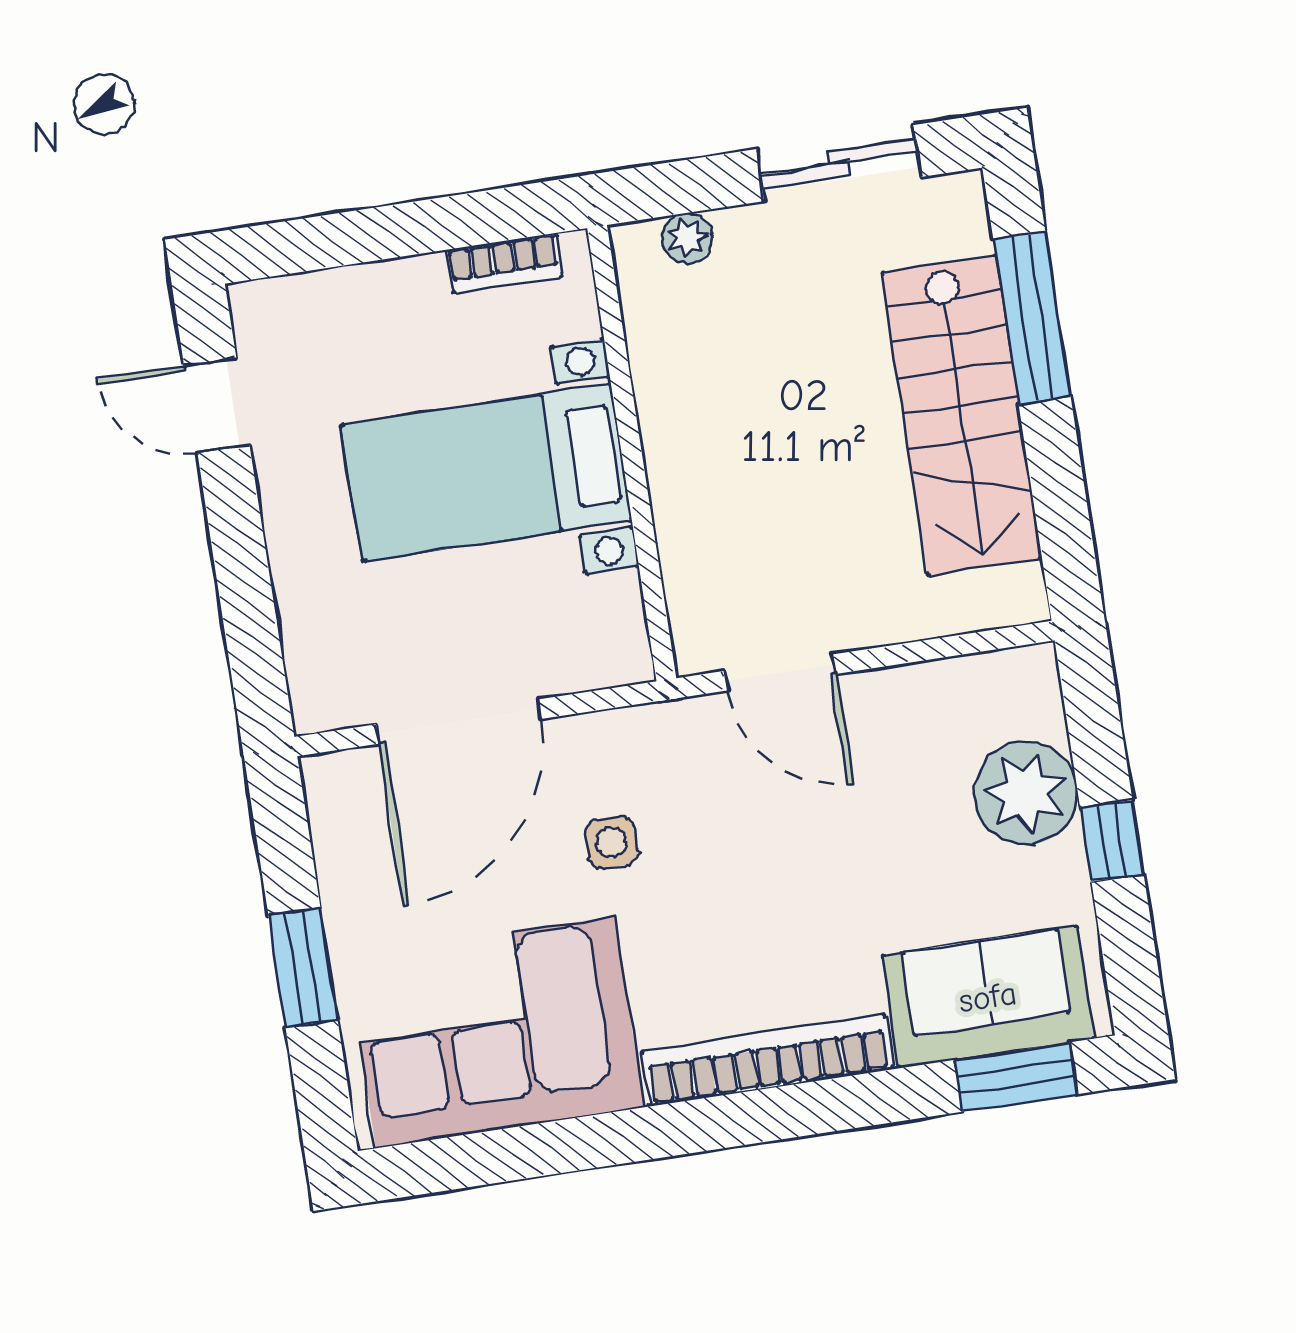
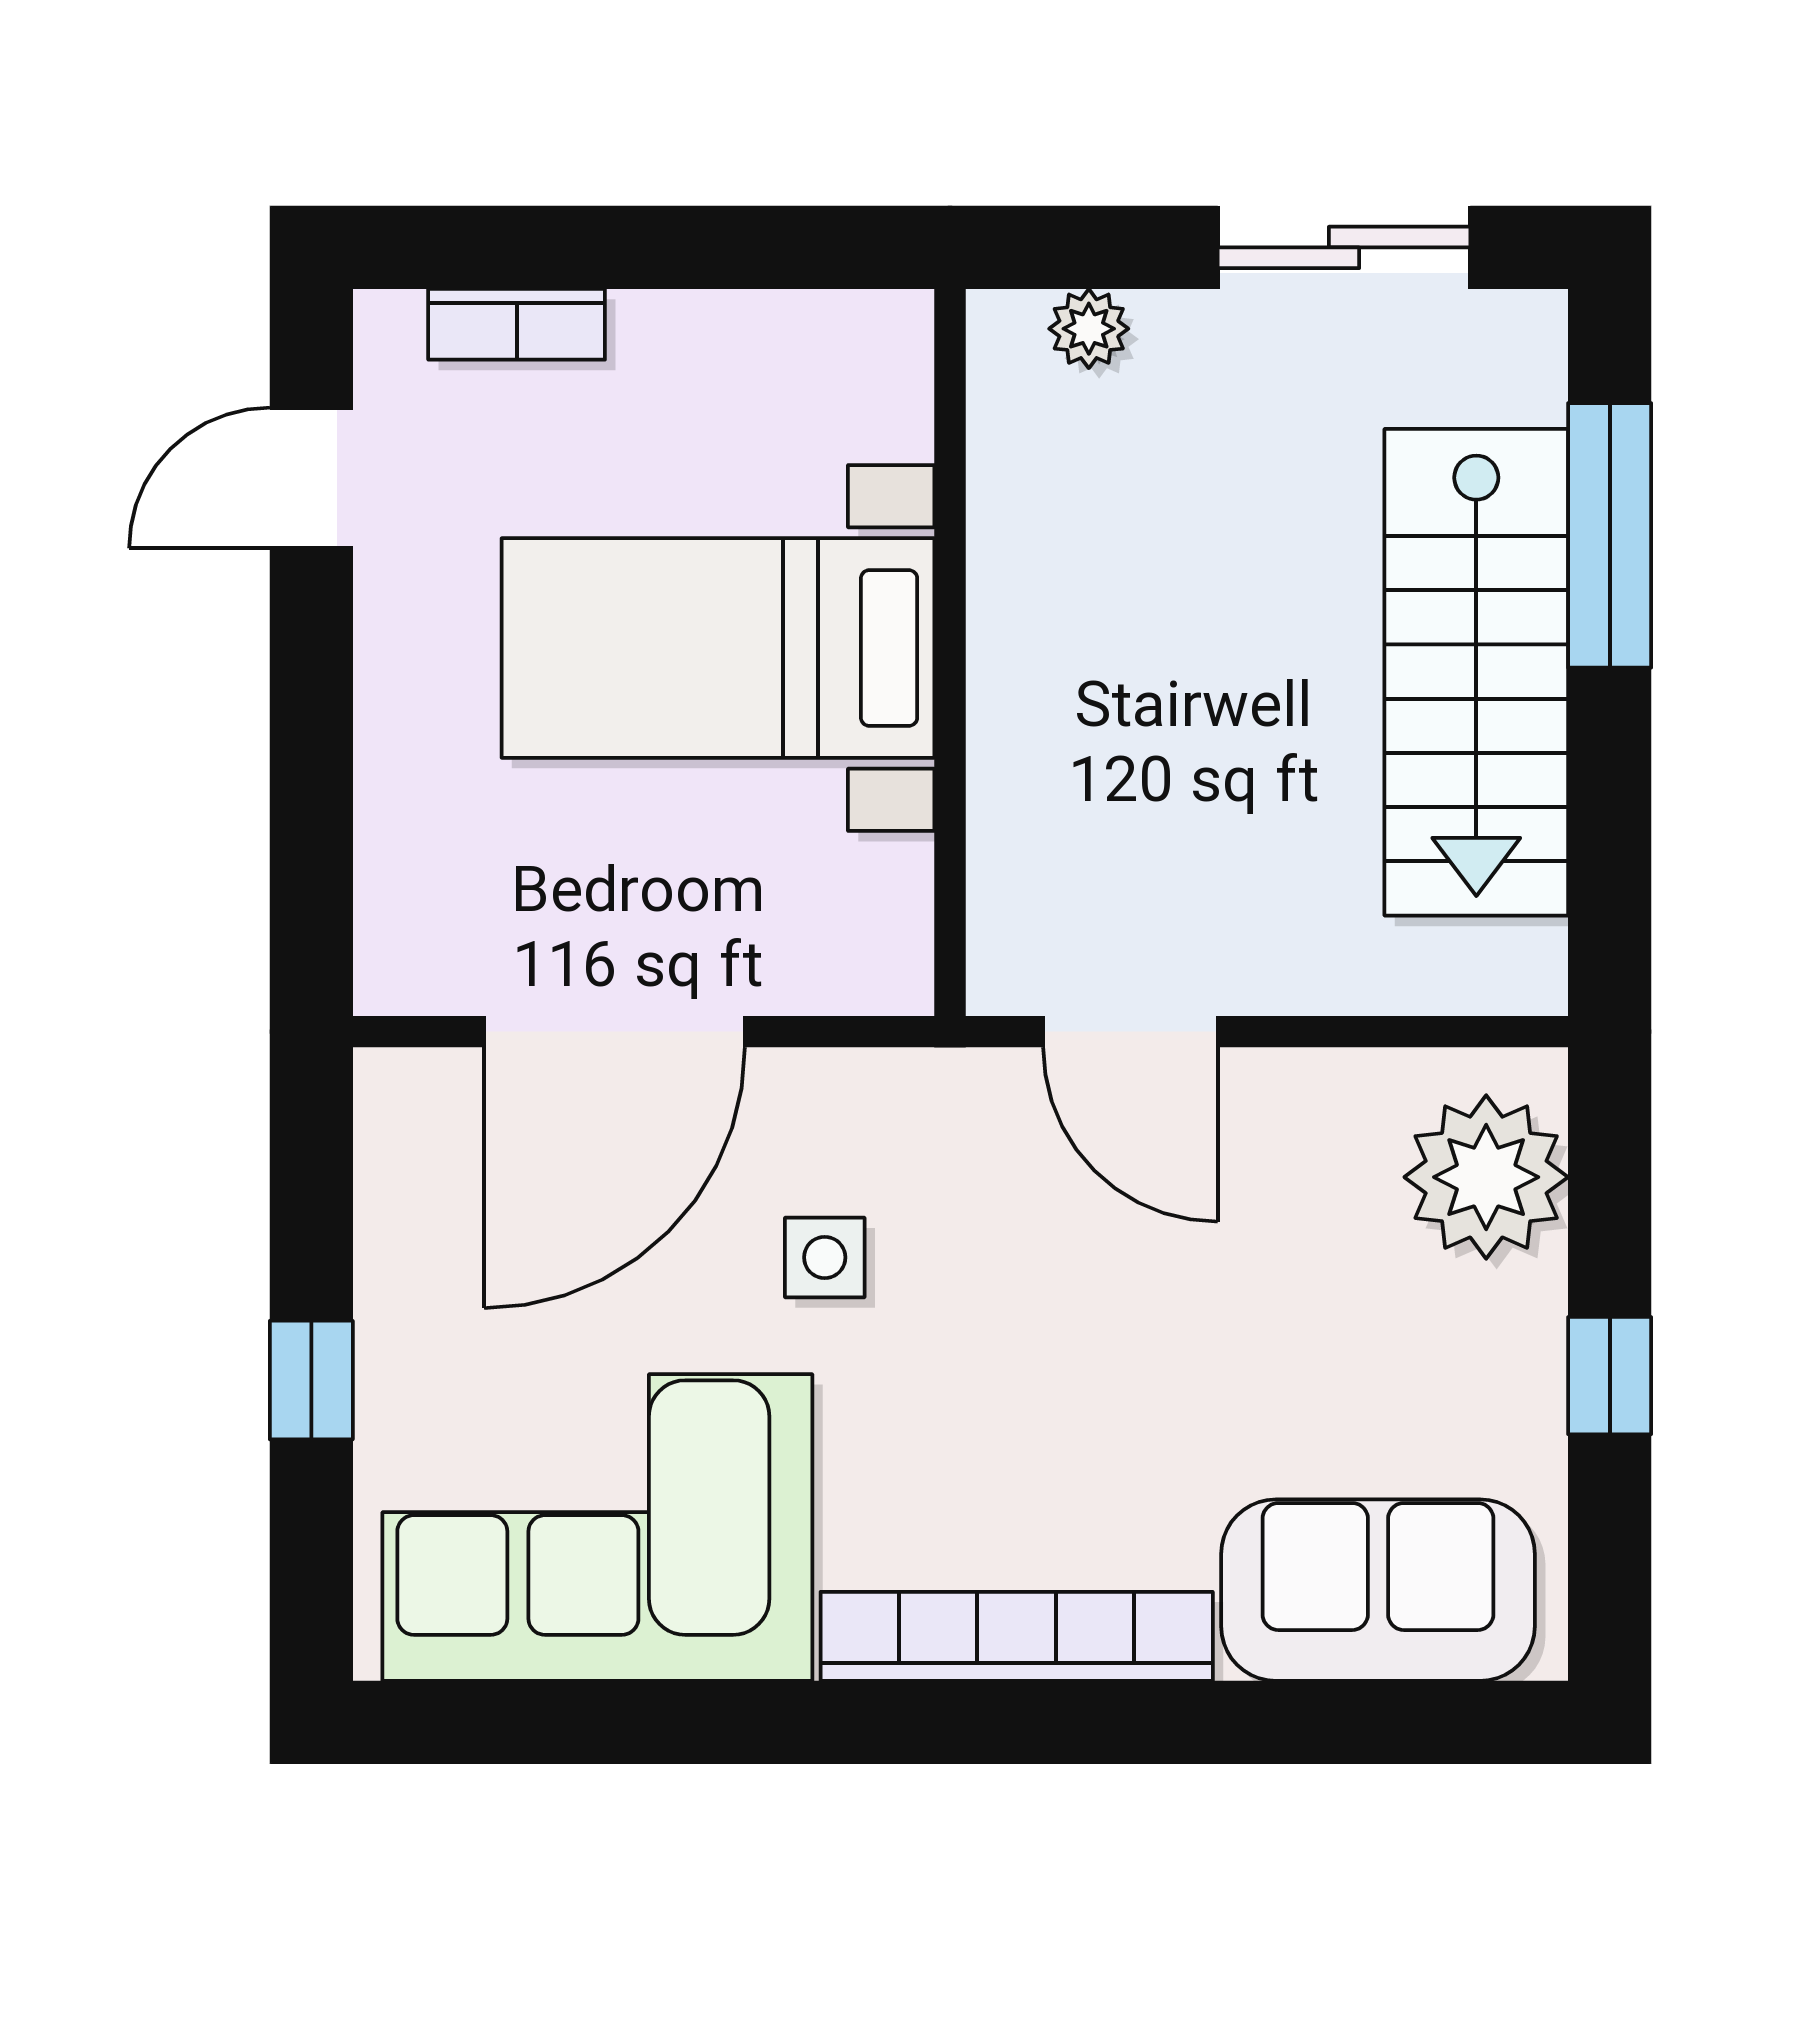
bookcase: (504, 263) -> (517, 324), moved
door: (217, 405) -> (311, 478), hinge flipped
plant: (1026, 793) -> (1486, 1177), moved
window: (303, 968) -> (311, 1380), width x0.67
window: (1016, 1077) -> (1403, 1722), removed

